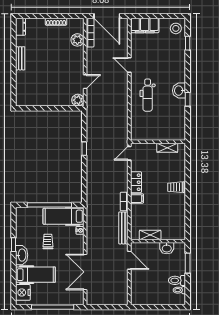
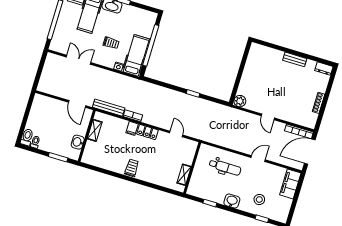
stool: (176, 28) -> (259, 199), moved
plant: (77, 40) -> (296, 118), removed
door: (85, 82) -> (268, 117), moved
washbasin: (179, 91) -> (232, 201), moved
dental chair: (148, 95) -> (225, 167), turned 180
wall: (158, 142) -> (192, 168), moved
shelving: (167, 148) -> (184, 175), moved
trolley: (48, 242) -> (111, 43), moved
door: (129, 260) -> (77, 104), hinge flipped
double door: (85, 272) -> (79, 60), width x0.73
toilet: (177, 280) -> (27, 137), moved

